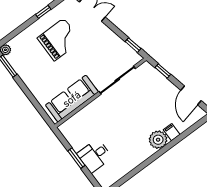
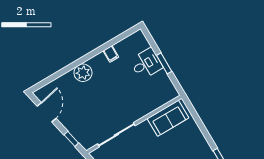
sofa: (72, 99) -> (168, 118), width x0.73
filing cabinet: (172, 132) -> (111, 54), moved

